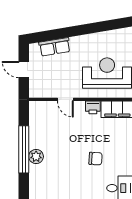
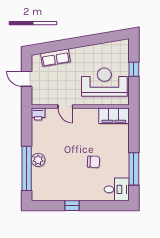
printer: (93, 107) -> (38, 114), moved
window: (24, 149) -> (27, 168), moved

